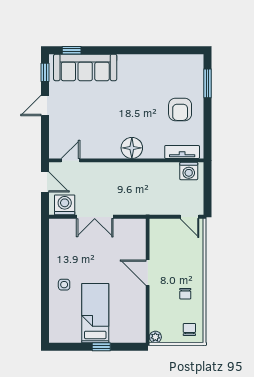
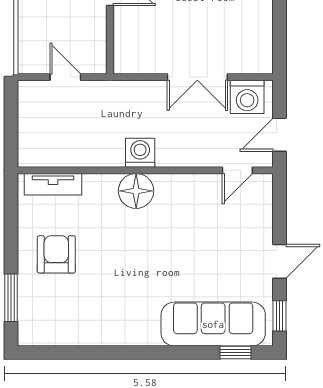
washing machine: (189, 171) -> (140, 153), moved
door: (45, 182) -> (280, 135), hinge flipped
double door: (95, 217) -> (197, 77), swing flipped
door: (189, 217) -> (65, 77), moved

